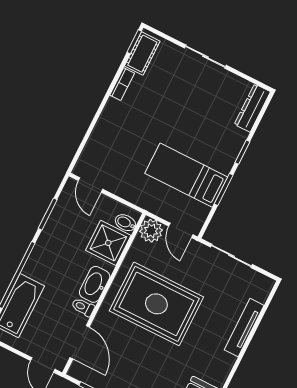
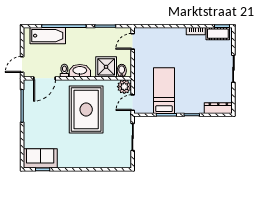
tv unit: (244, 328) -> (97, 163), removed

